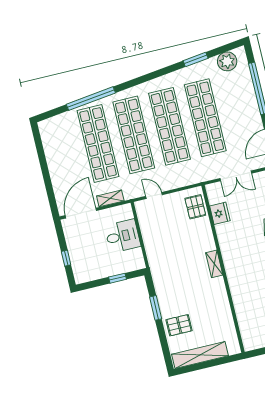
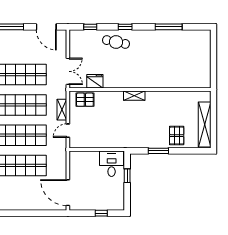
double door: (236, 176) -> (68, 71), moved
shelving: (110, 198) -> (62, 110), moved
desk: (123, 236) -> (112, 164), moved

